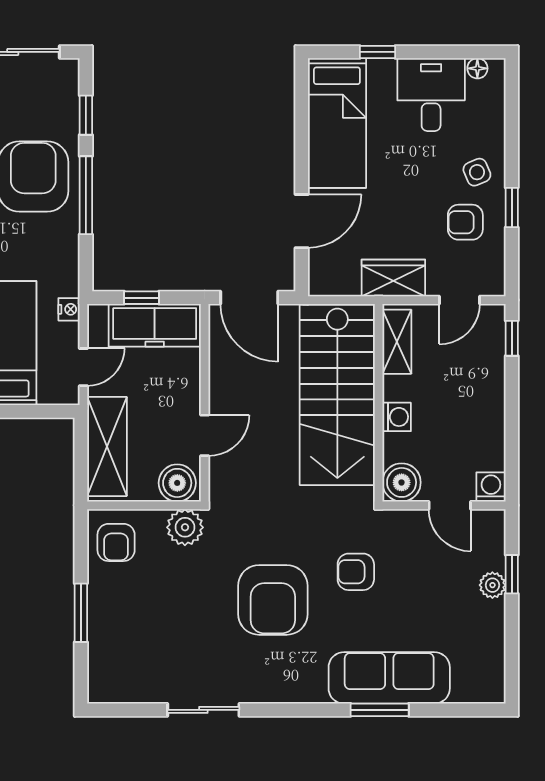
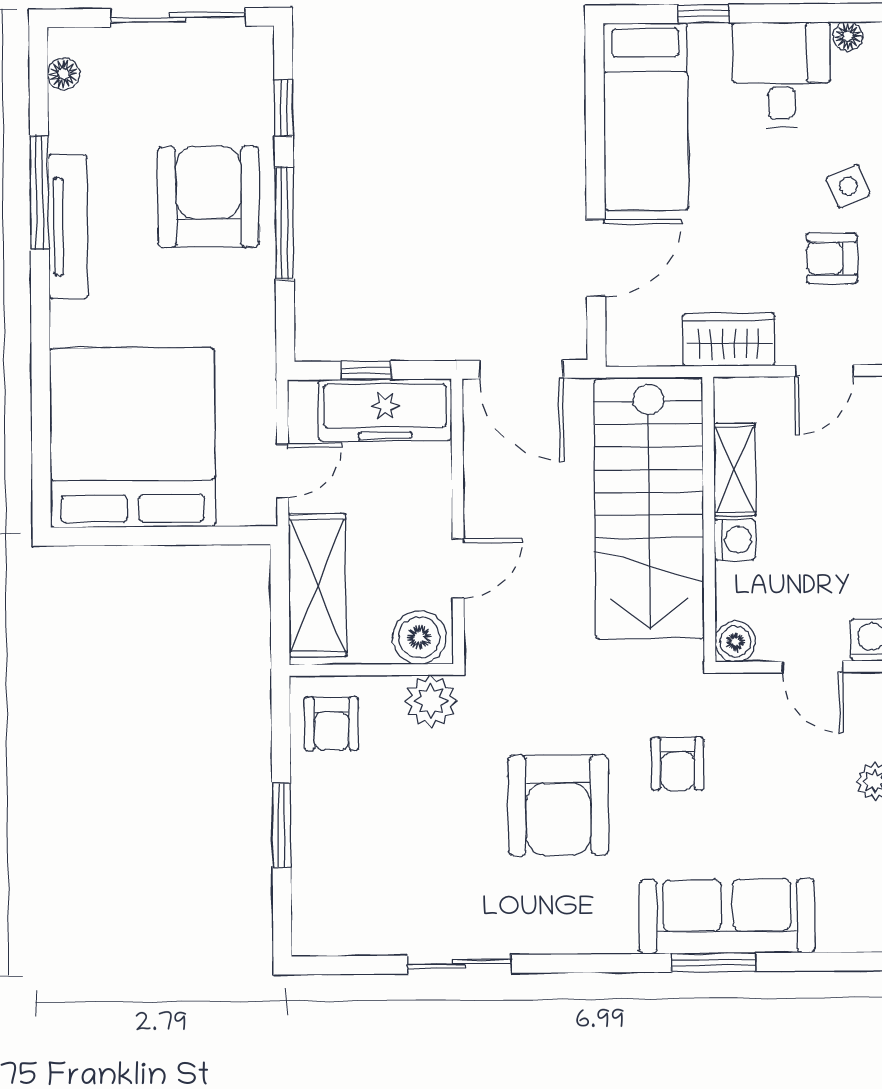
nightstand: (69, 309) -> (261, 388), removed
shelving: (397, 342) -> (735, 469), moved
boiler: (402, 482) -> (735, 642), width x0.73, depth x0.73
armchair: (356, 572) -> (678, 764), turned -90

